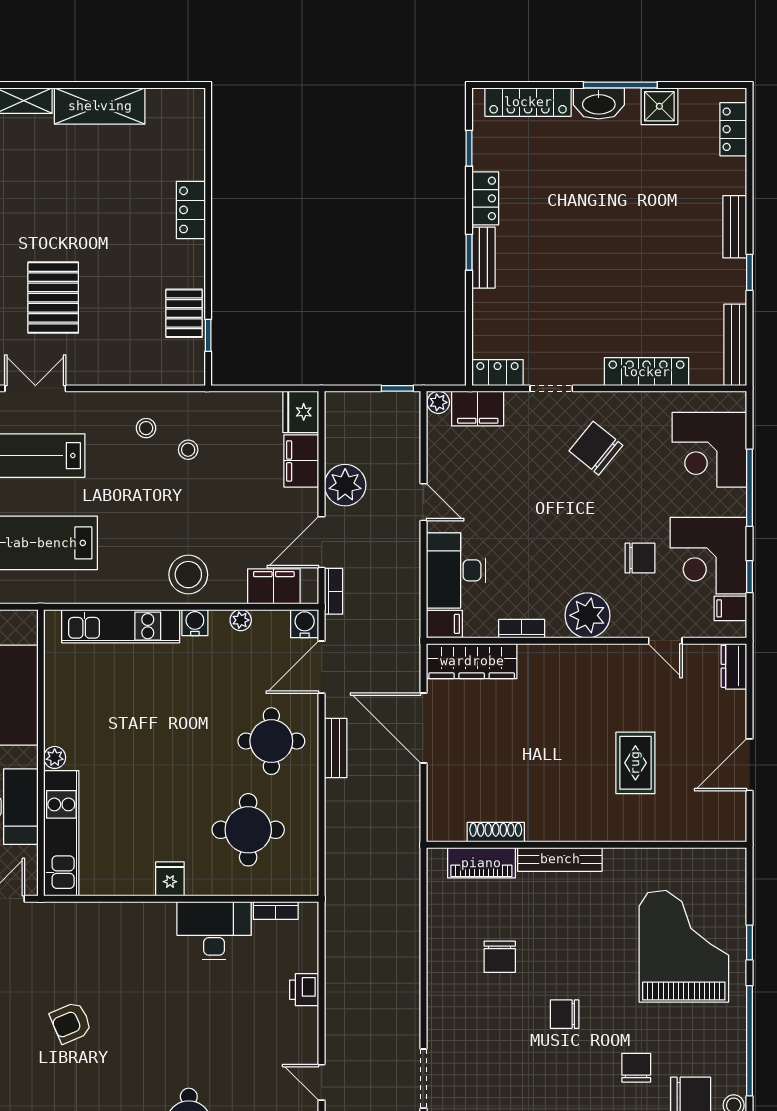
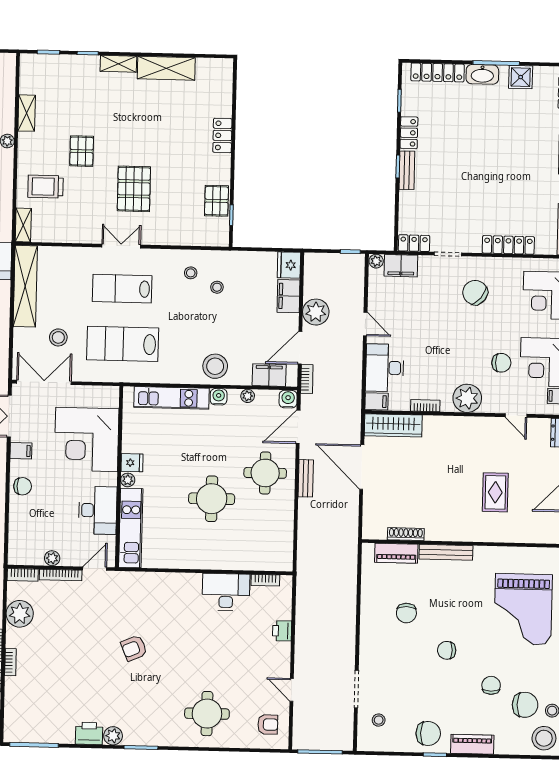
round table: (248, 830) -> (212, 499), moved
fridge: (170, 879) -> (132, 463), moved, turned 90
grand piano: (684, 946) -> (523, 609), turned 180

